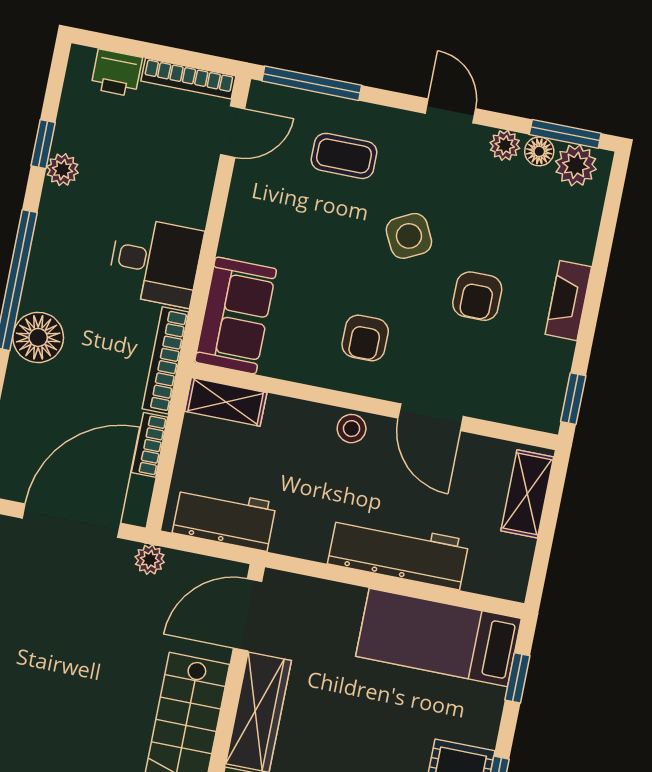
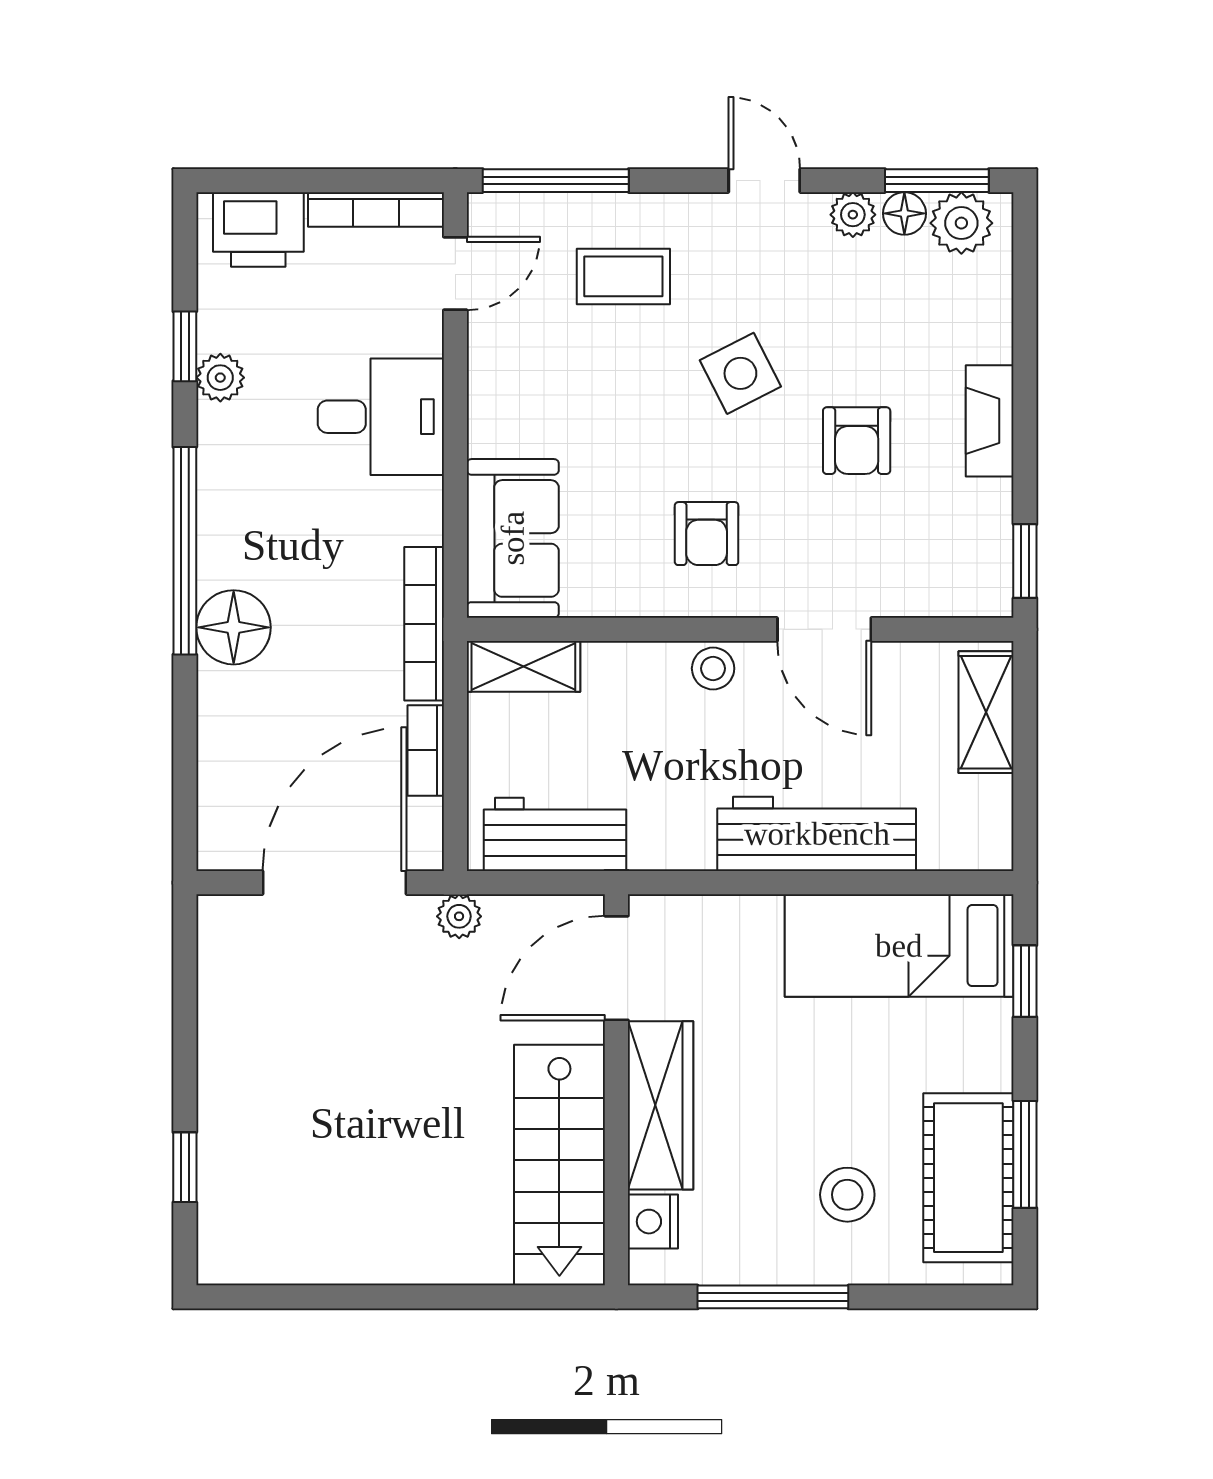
printer: (117, 73) -> (258, 229), width x1.36, depth x1.24
desk: (155, 262) -> (381, 417), moved

